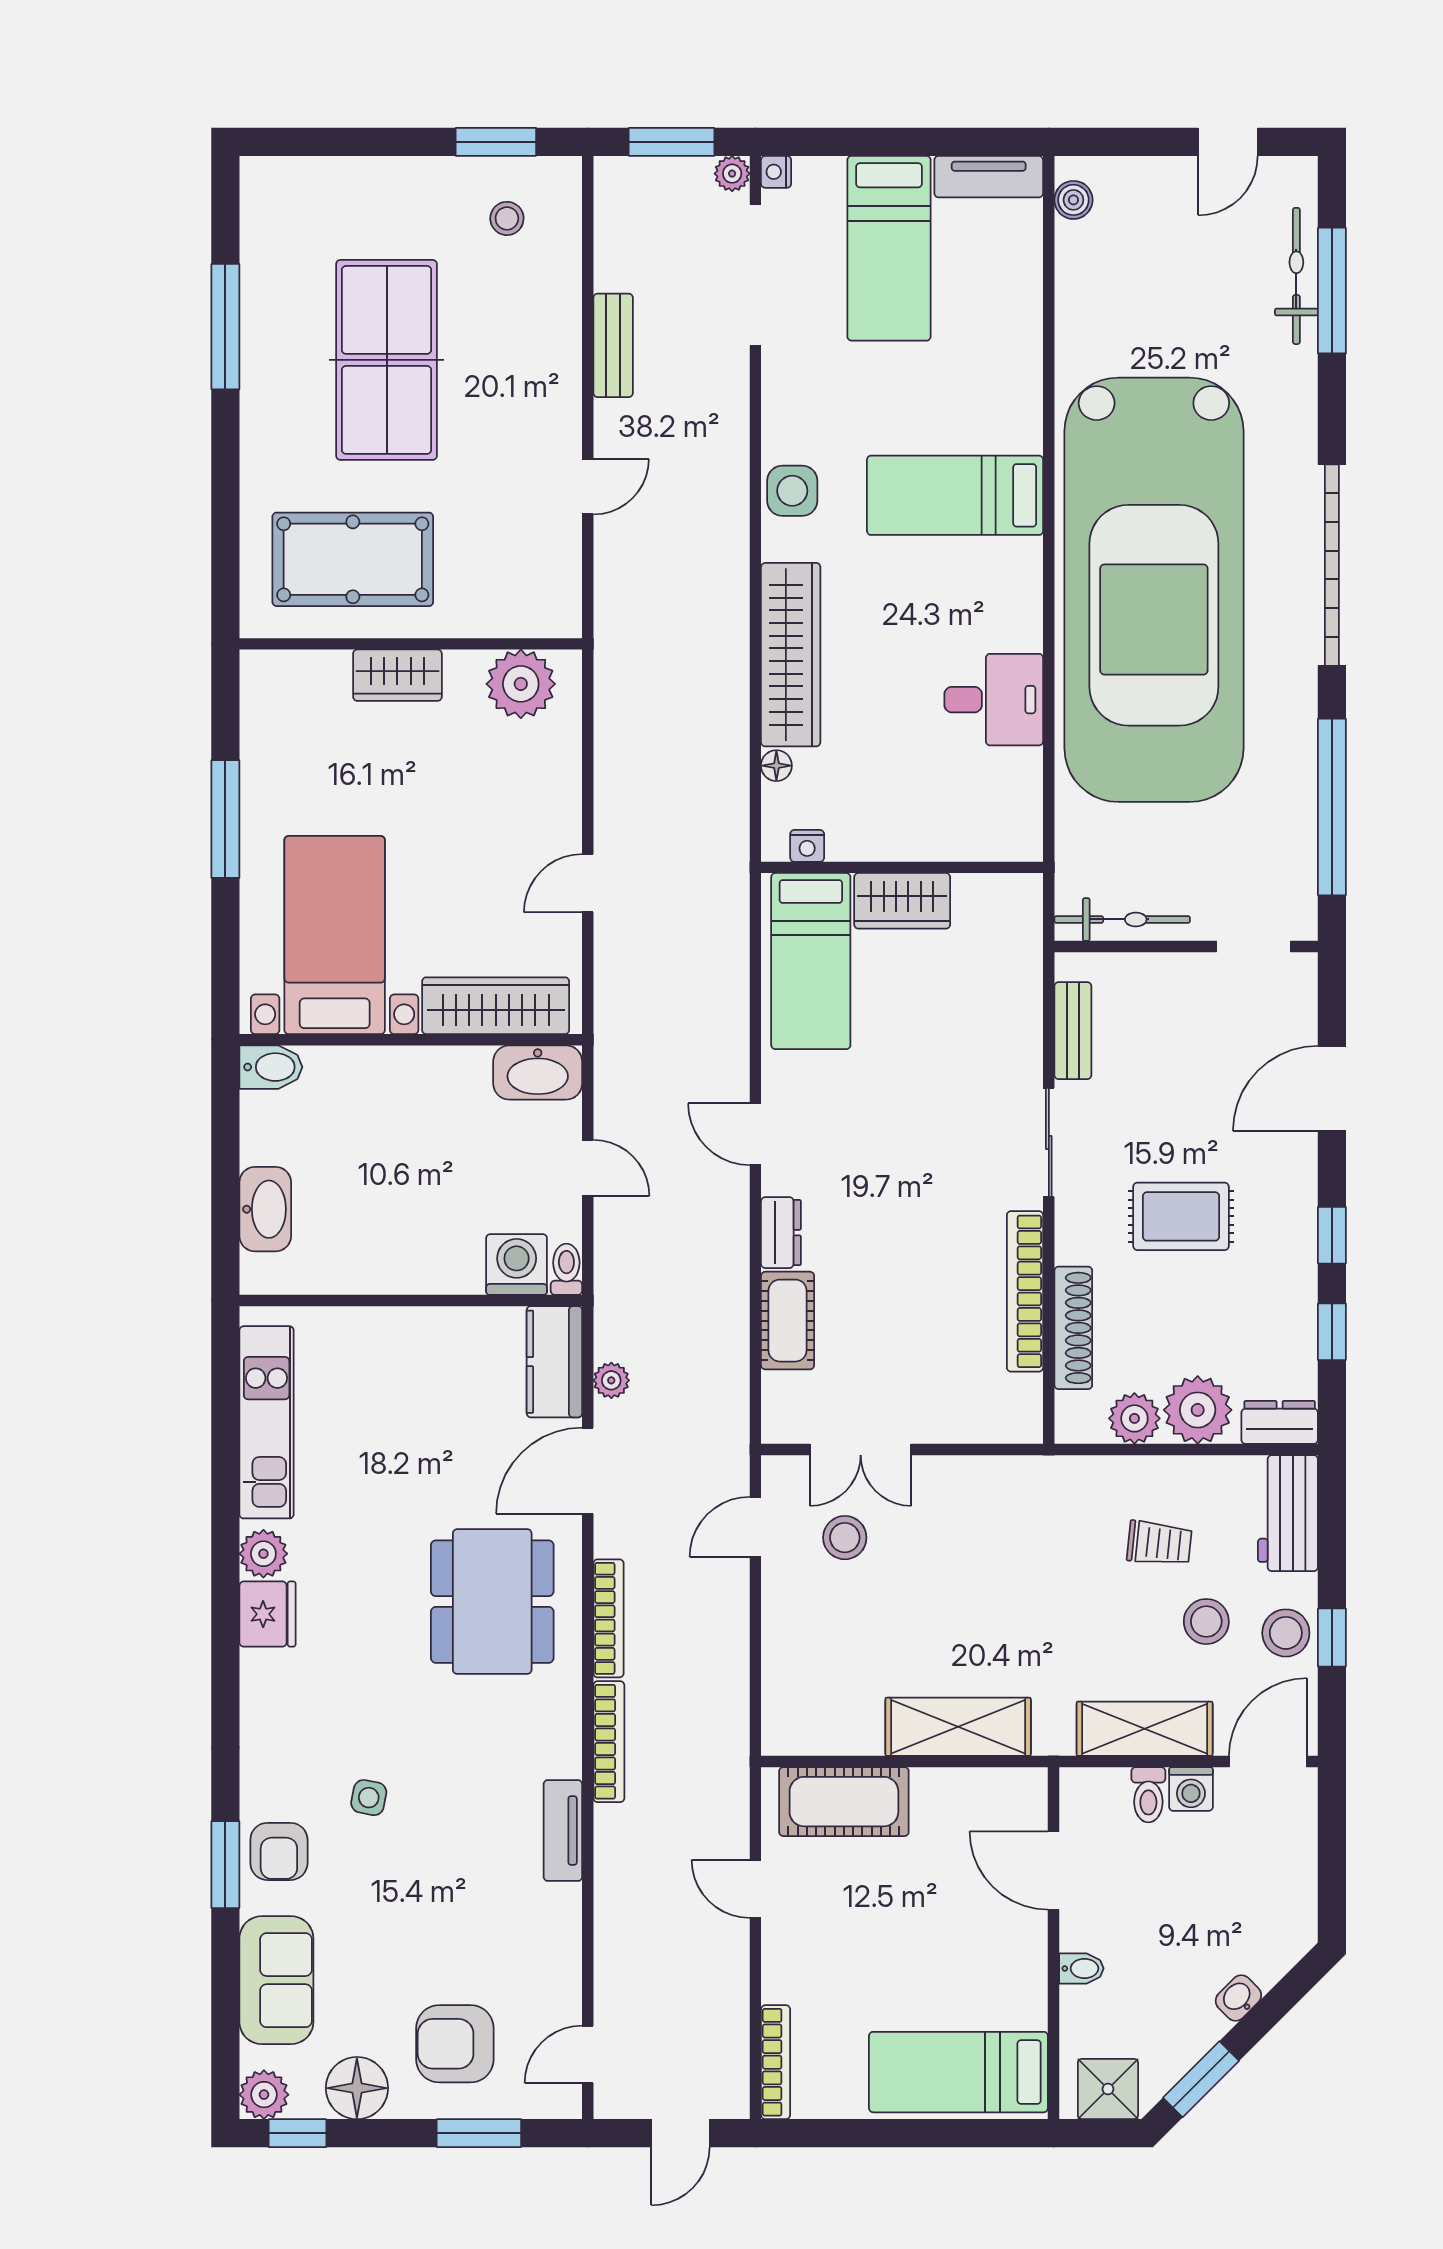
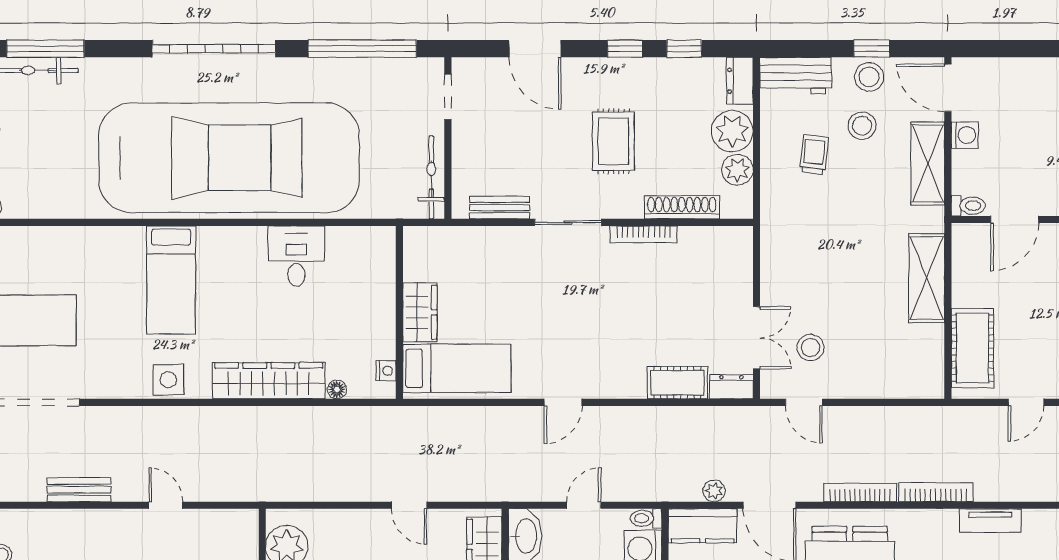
dresser: (781, 1233) -> (731, 387), moved
bookcase: (1025, 1291) -> (643, 234), width x0.68, depth x0.76
toilet: (1148, 1795) -> (968, 206), moved

